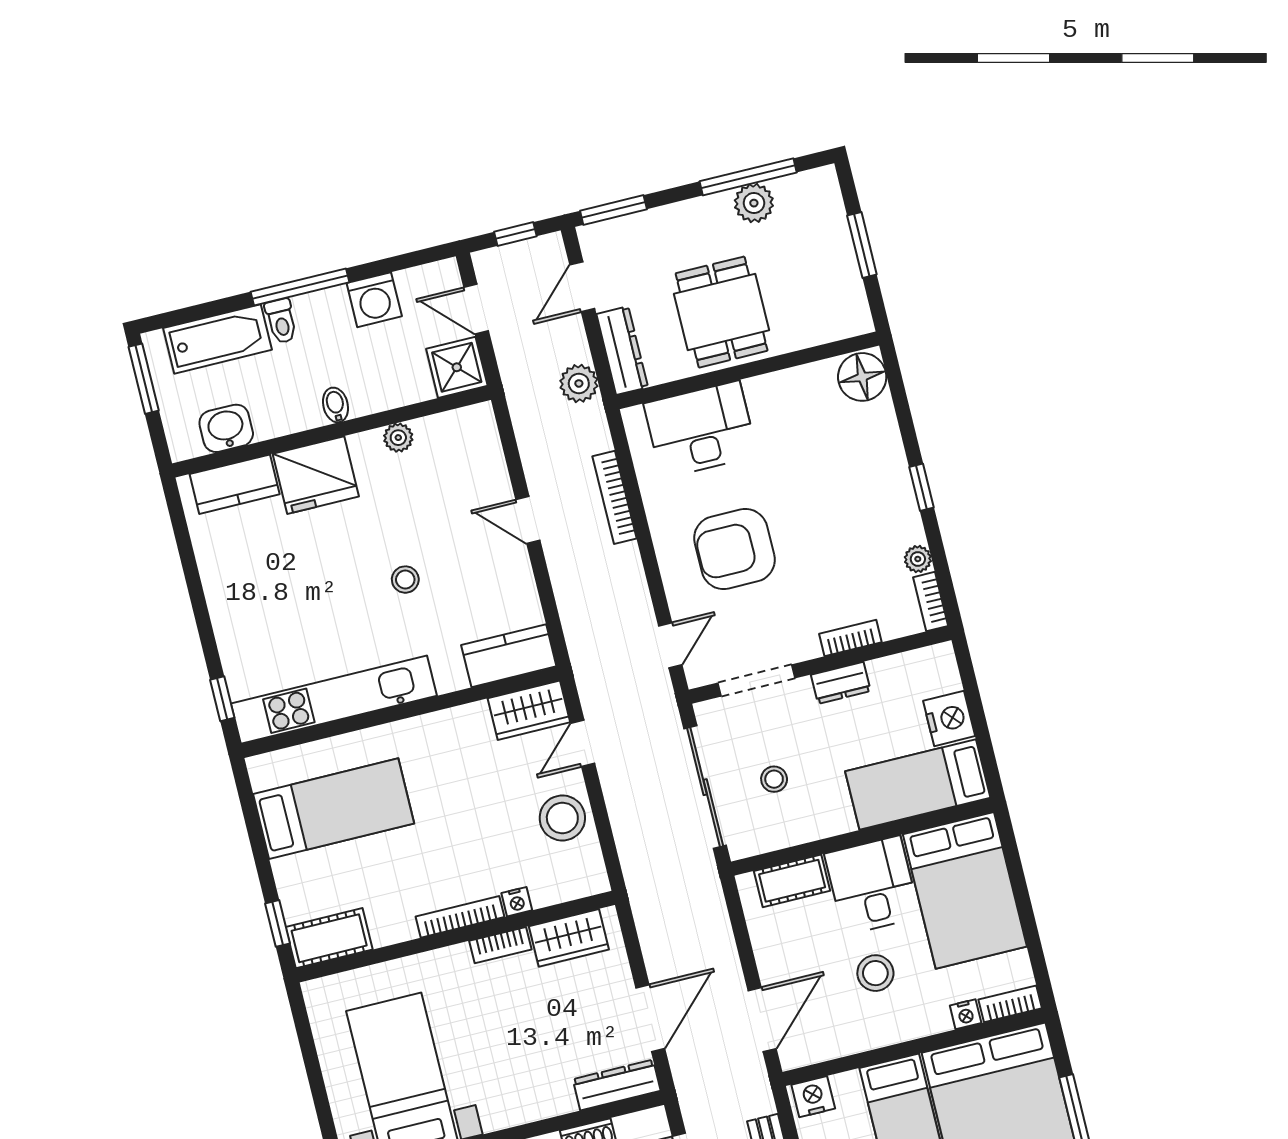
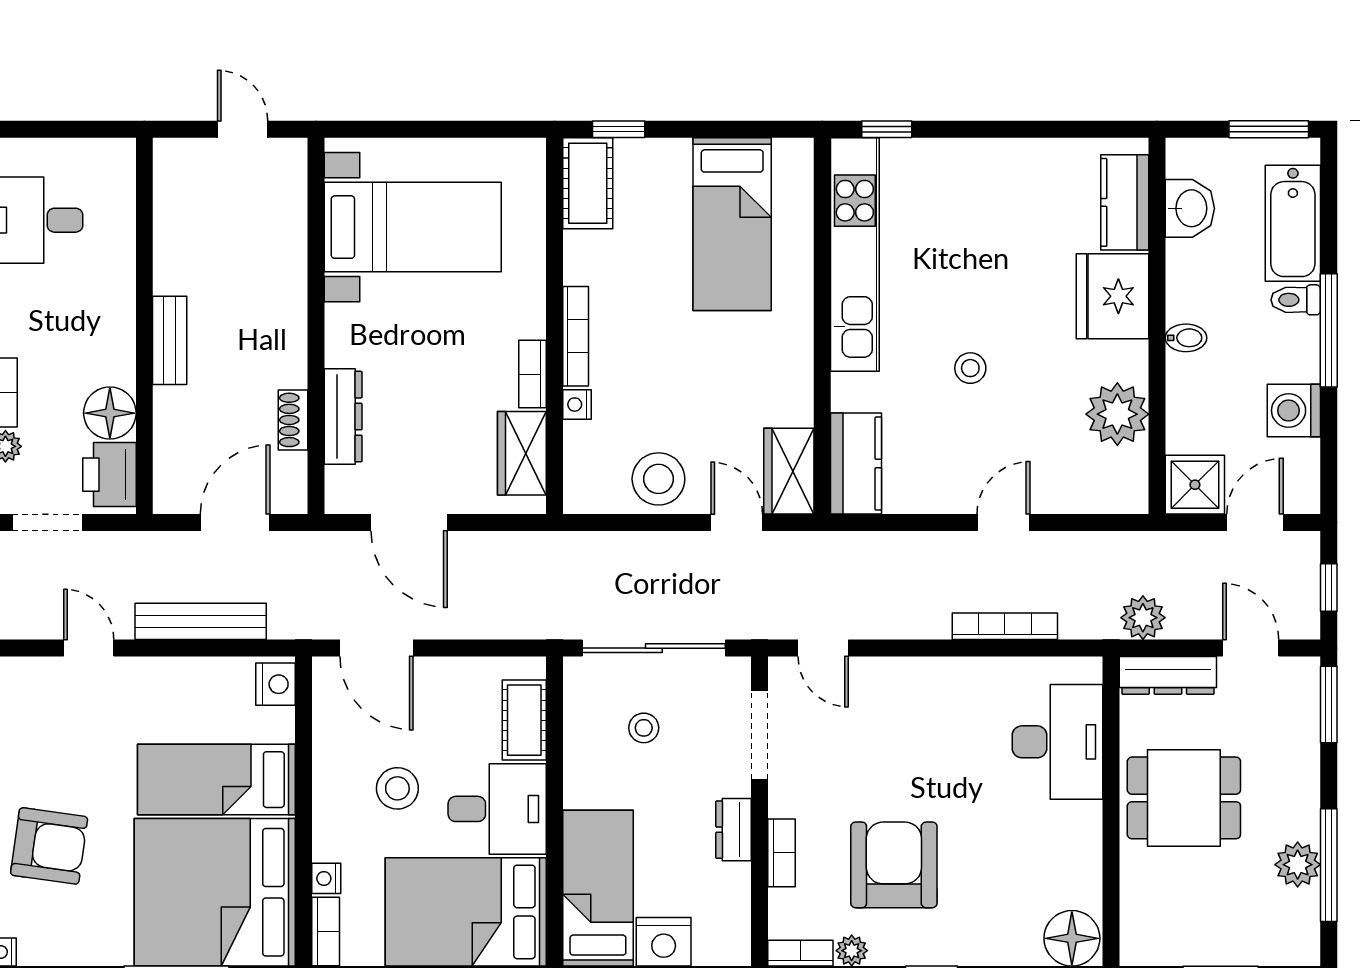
plant: (398, 438) -> (1117, 414), width x1.87, depth x1.87
armchair: (734, 549) -> (894, 865), moved
dresser: (617, 1085) -> (343, 417), moved

